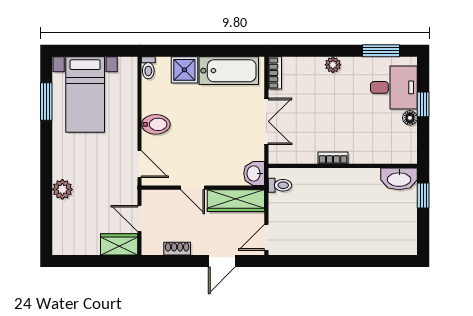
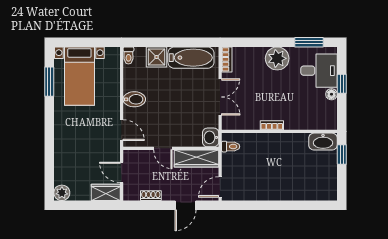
plant: (333, 65) -> (277, 58), width x1.87, depth x1.87
plant: (62, 189) -> (62, 193), moved

